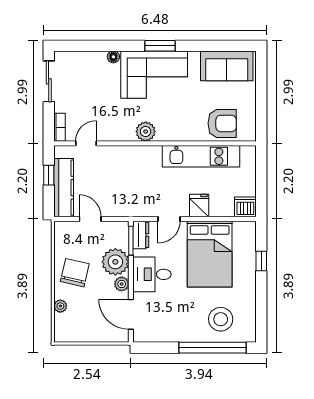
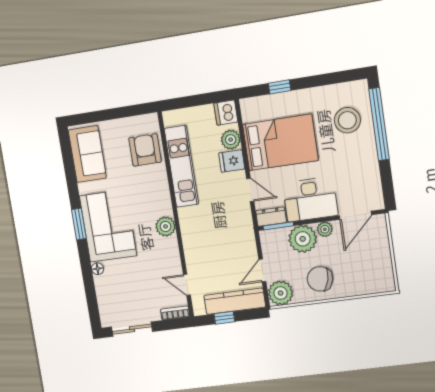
plant: (219, 208) -> (231, 140), added
desk: (152, 274) -> (310, 199), width x1.37
plant: (60, 306) -> (281, 293), moved, width x1.88, depth x1.88

